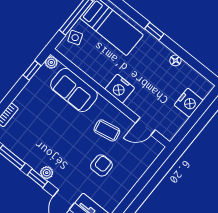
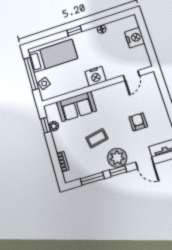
plant: (51, 62) -> (54, 126), moved
coffee table: (107, 130) -> (97, 138), moved
plant: (47, 173) -> (117, 158), width x1.87, depth x1.87

